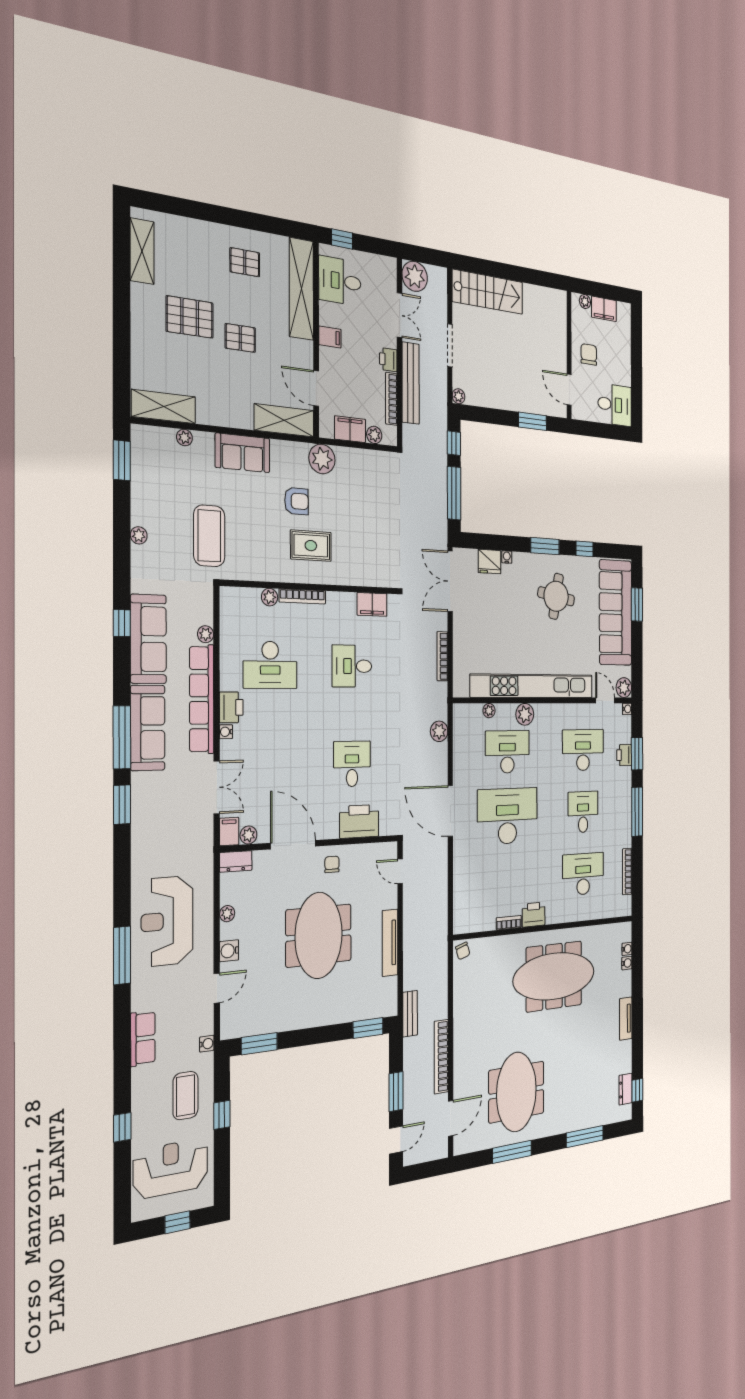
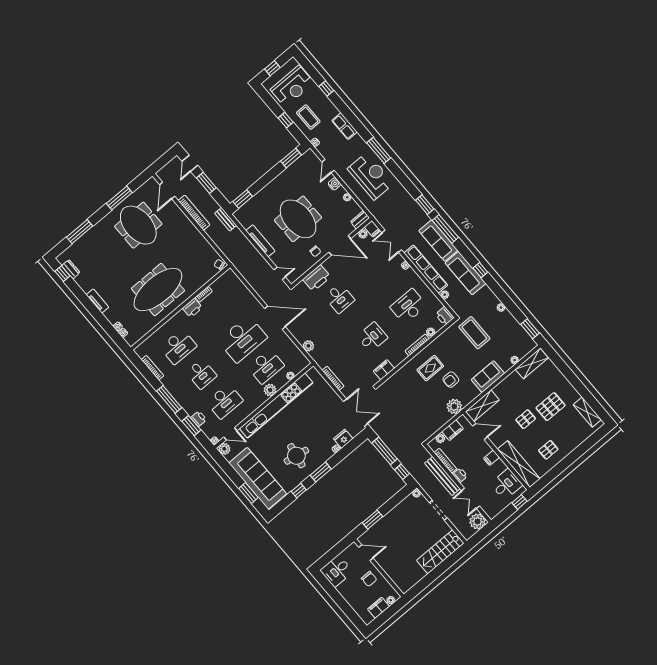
printer: (231, 707) -> (445, 316), moved

